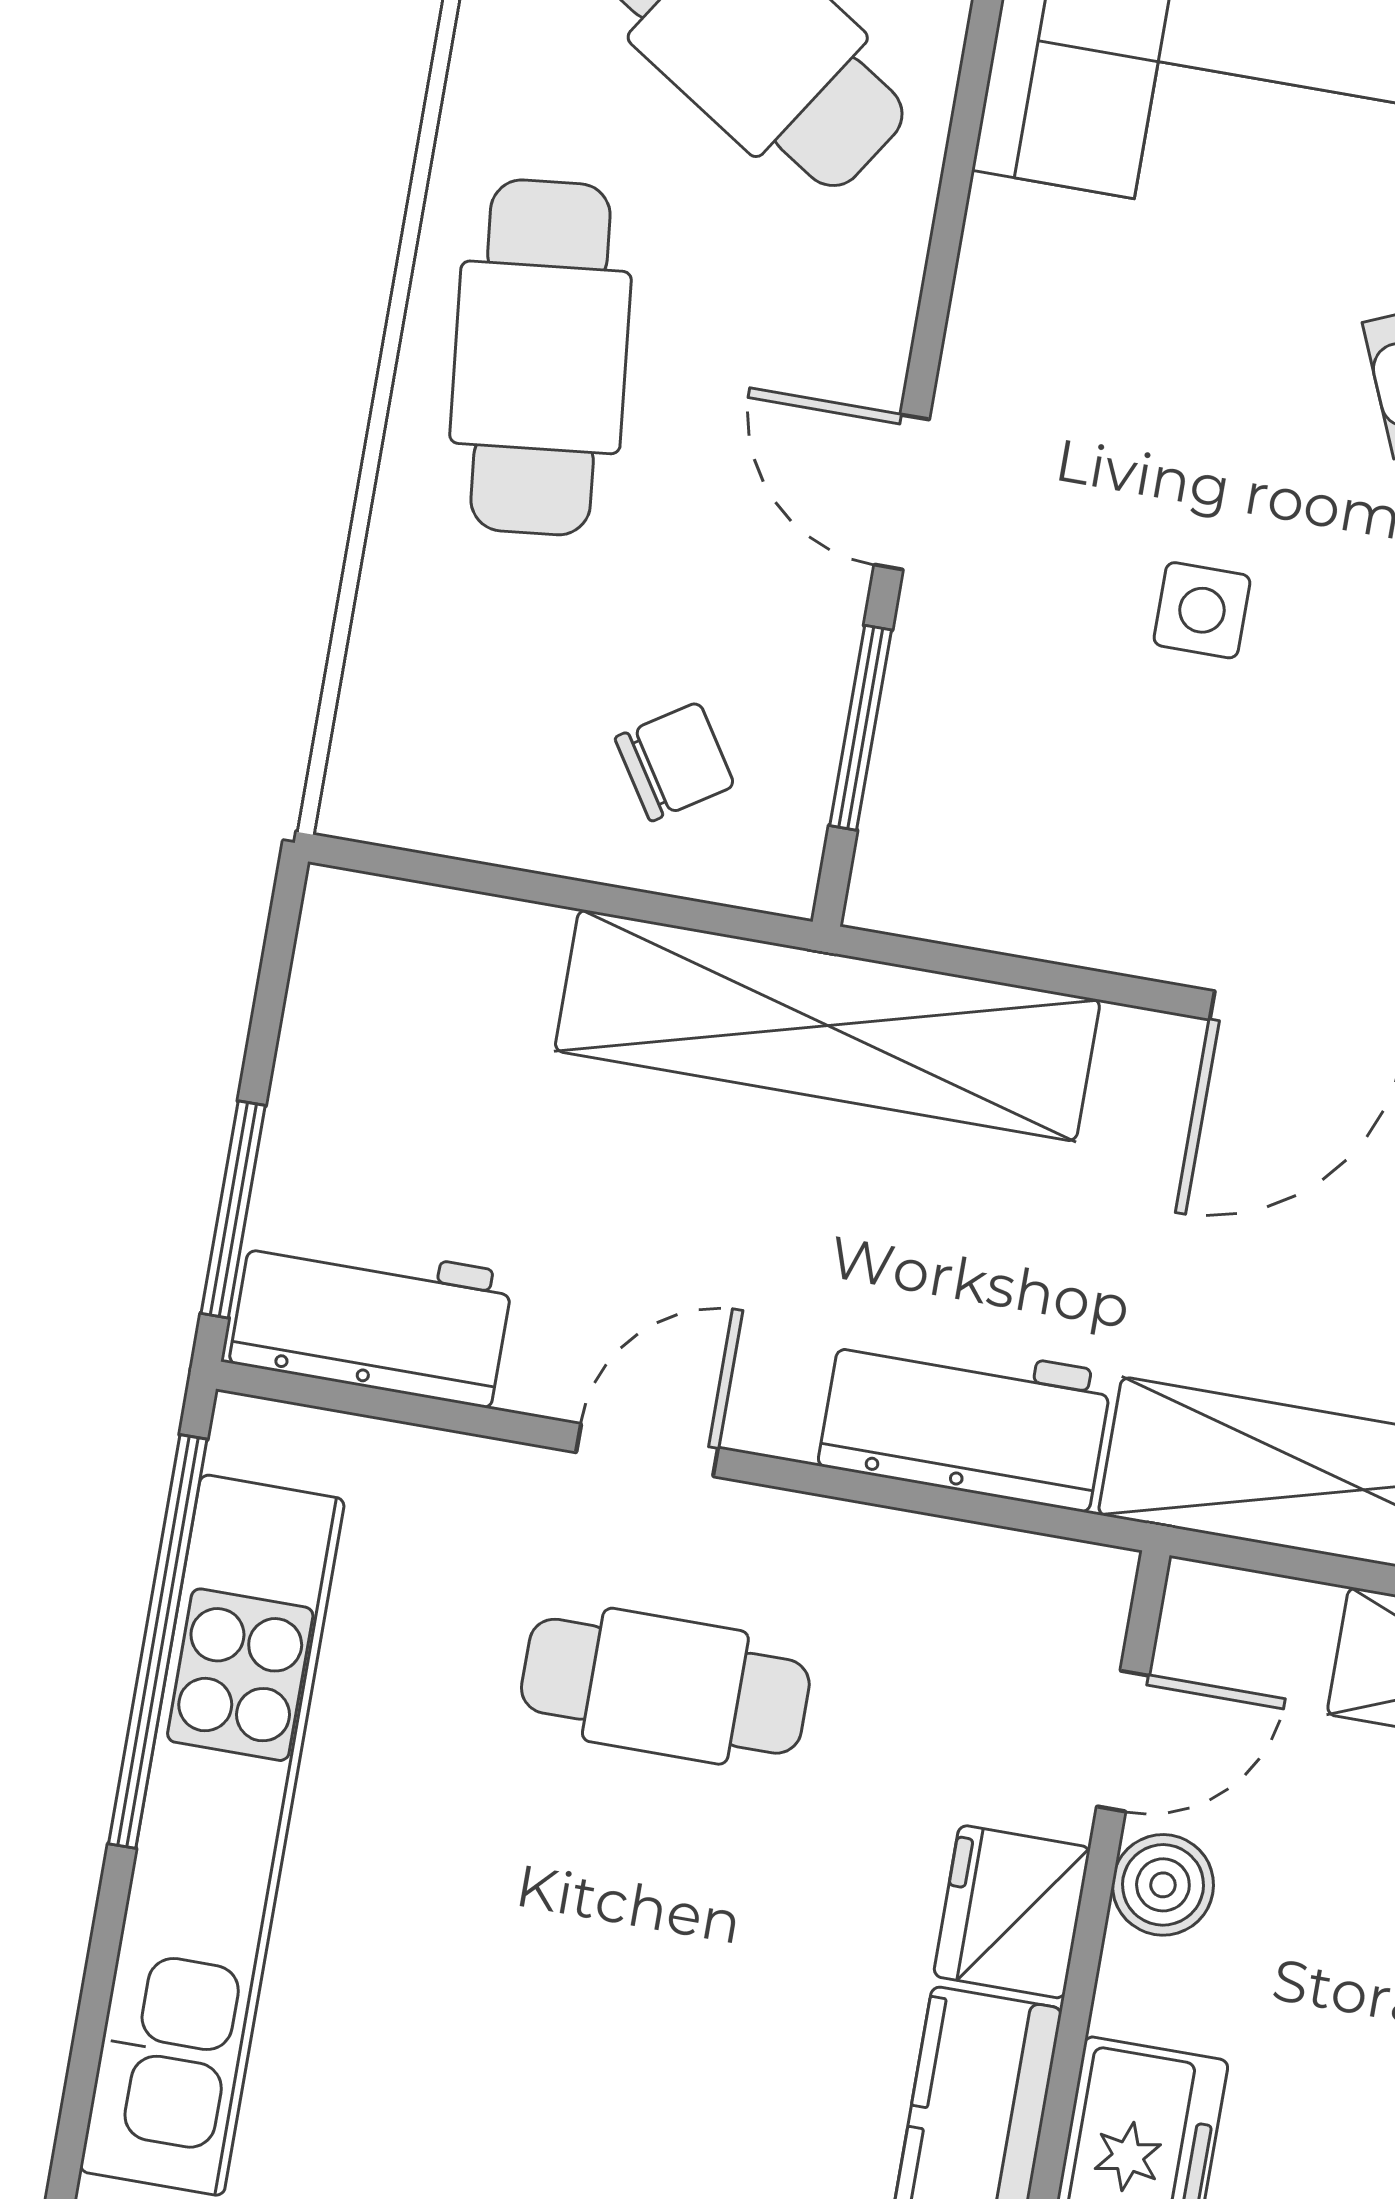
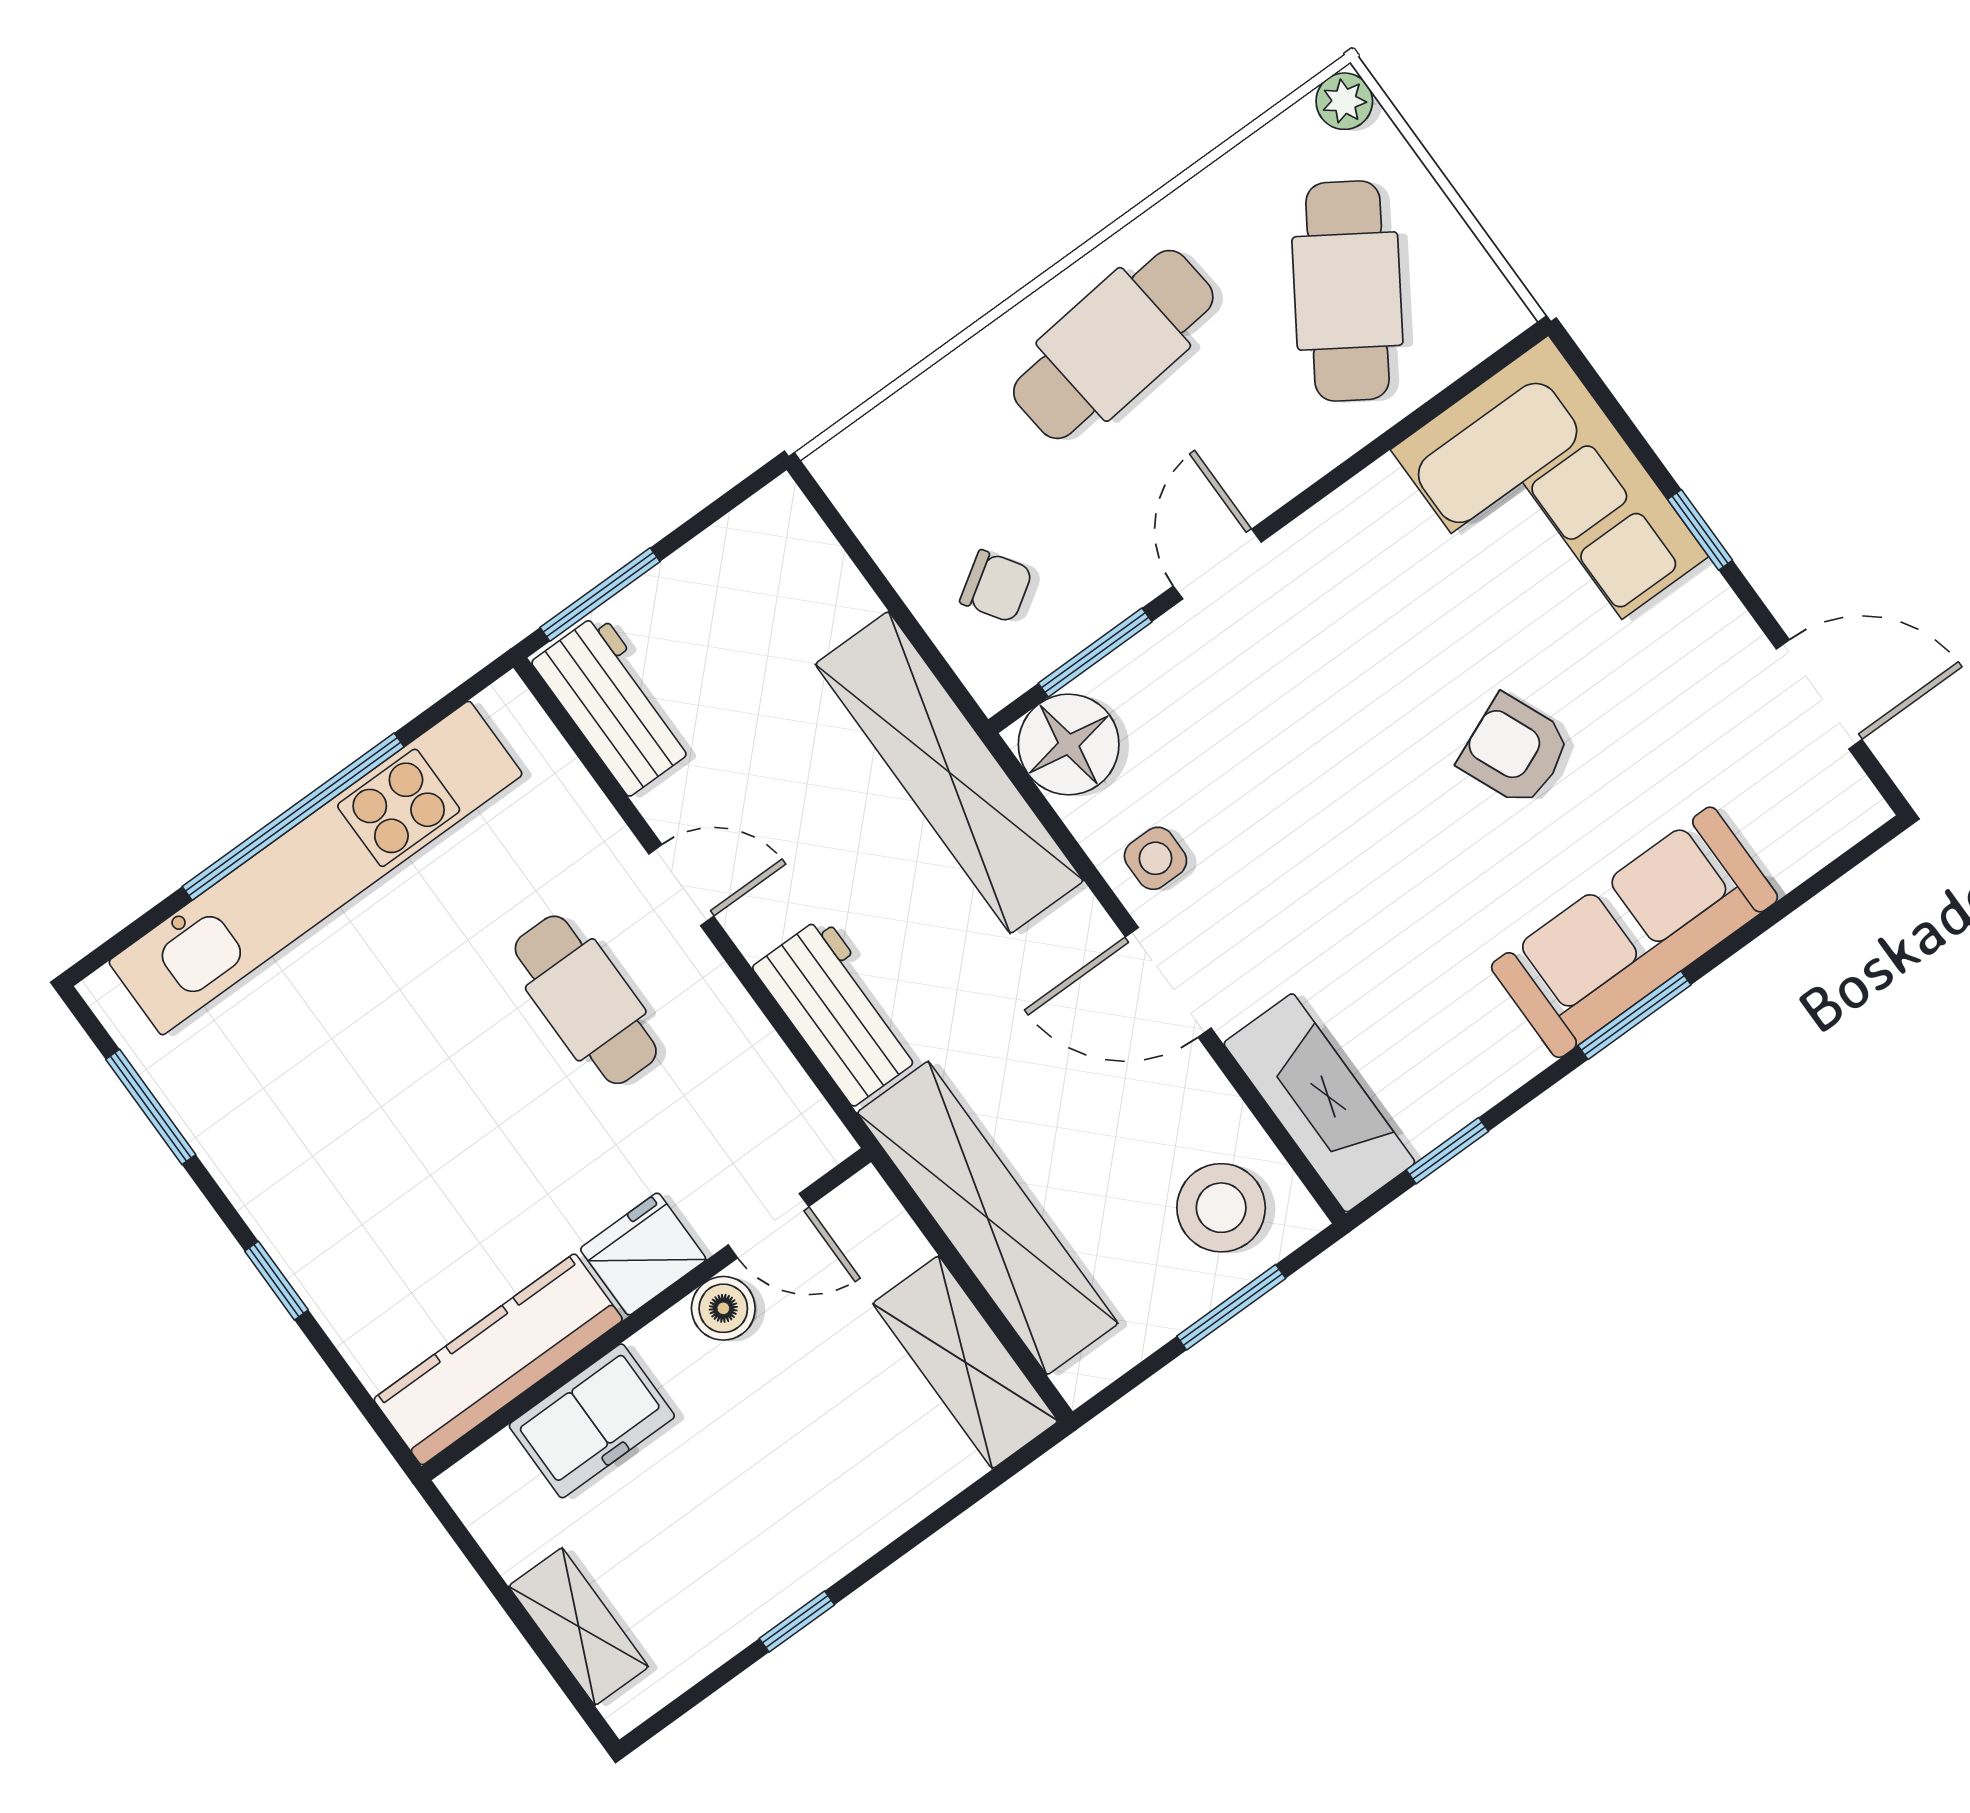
side table: (1202, 610) -> (1155, 858), moved
floor lamp: (932, 862) -> (1069, 744), added
window: (158, 1642) -> (293, 817), moved

